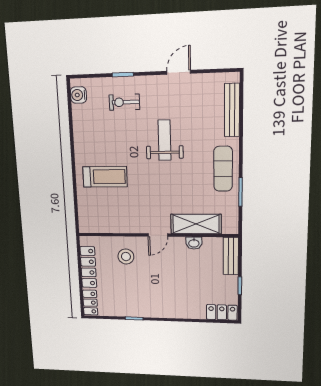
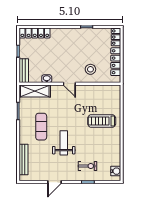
weight bench: (165, 140) -> (64, 143), turned 180
exercise mat: (223, 169) -> (41, 127), moved
shelving: (196, 224) -> (35, 91), moved
door: (158, 235) -> (69, 84), swing flipped
locker: (222, 312) -> (35, 33), width x1.53

